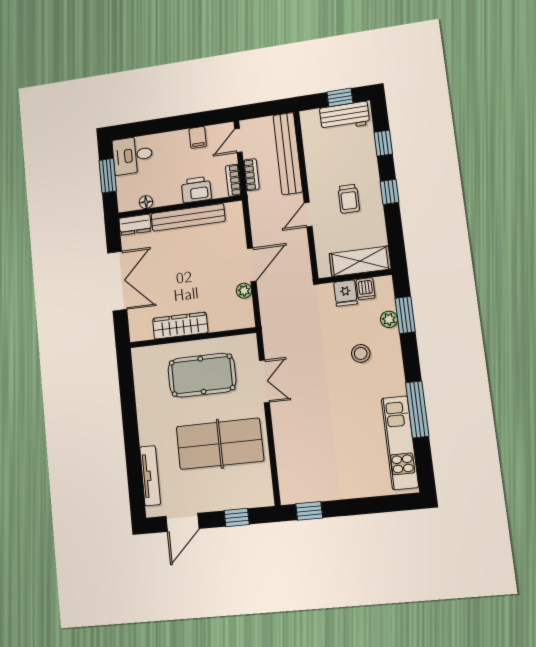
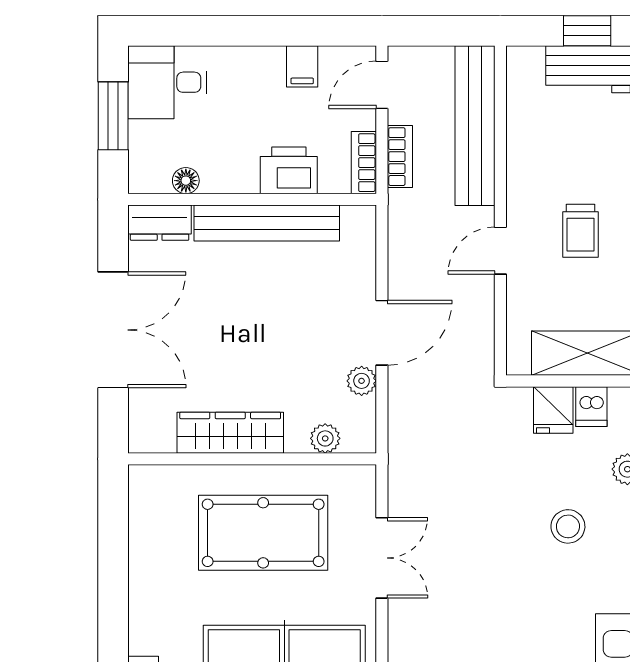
plant: (229, 323) -> (325, 438), added

